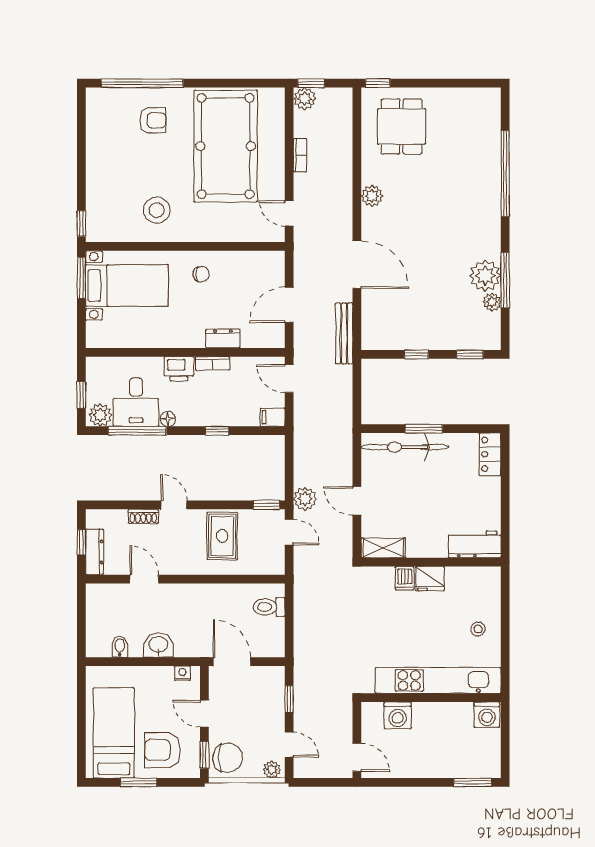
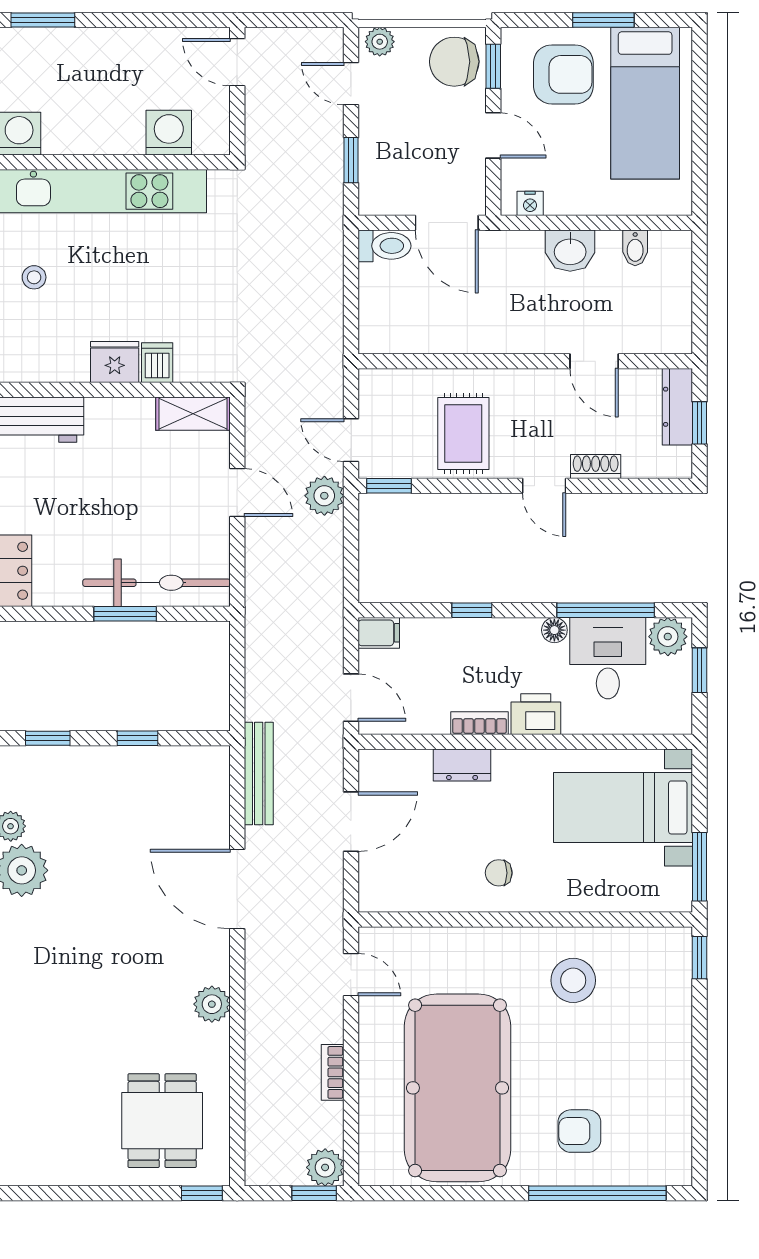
bed with nightstands: (127, 286) -> (623, 807), moved
toilet: (269, 607) -> (384, 246), moved

